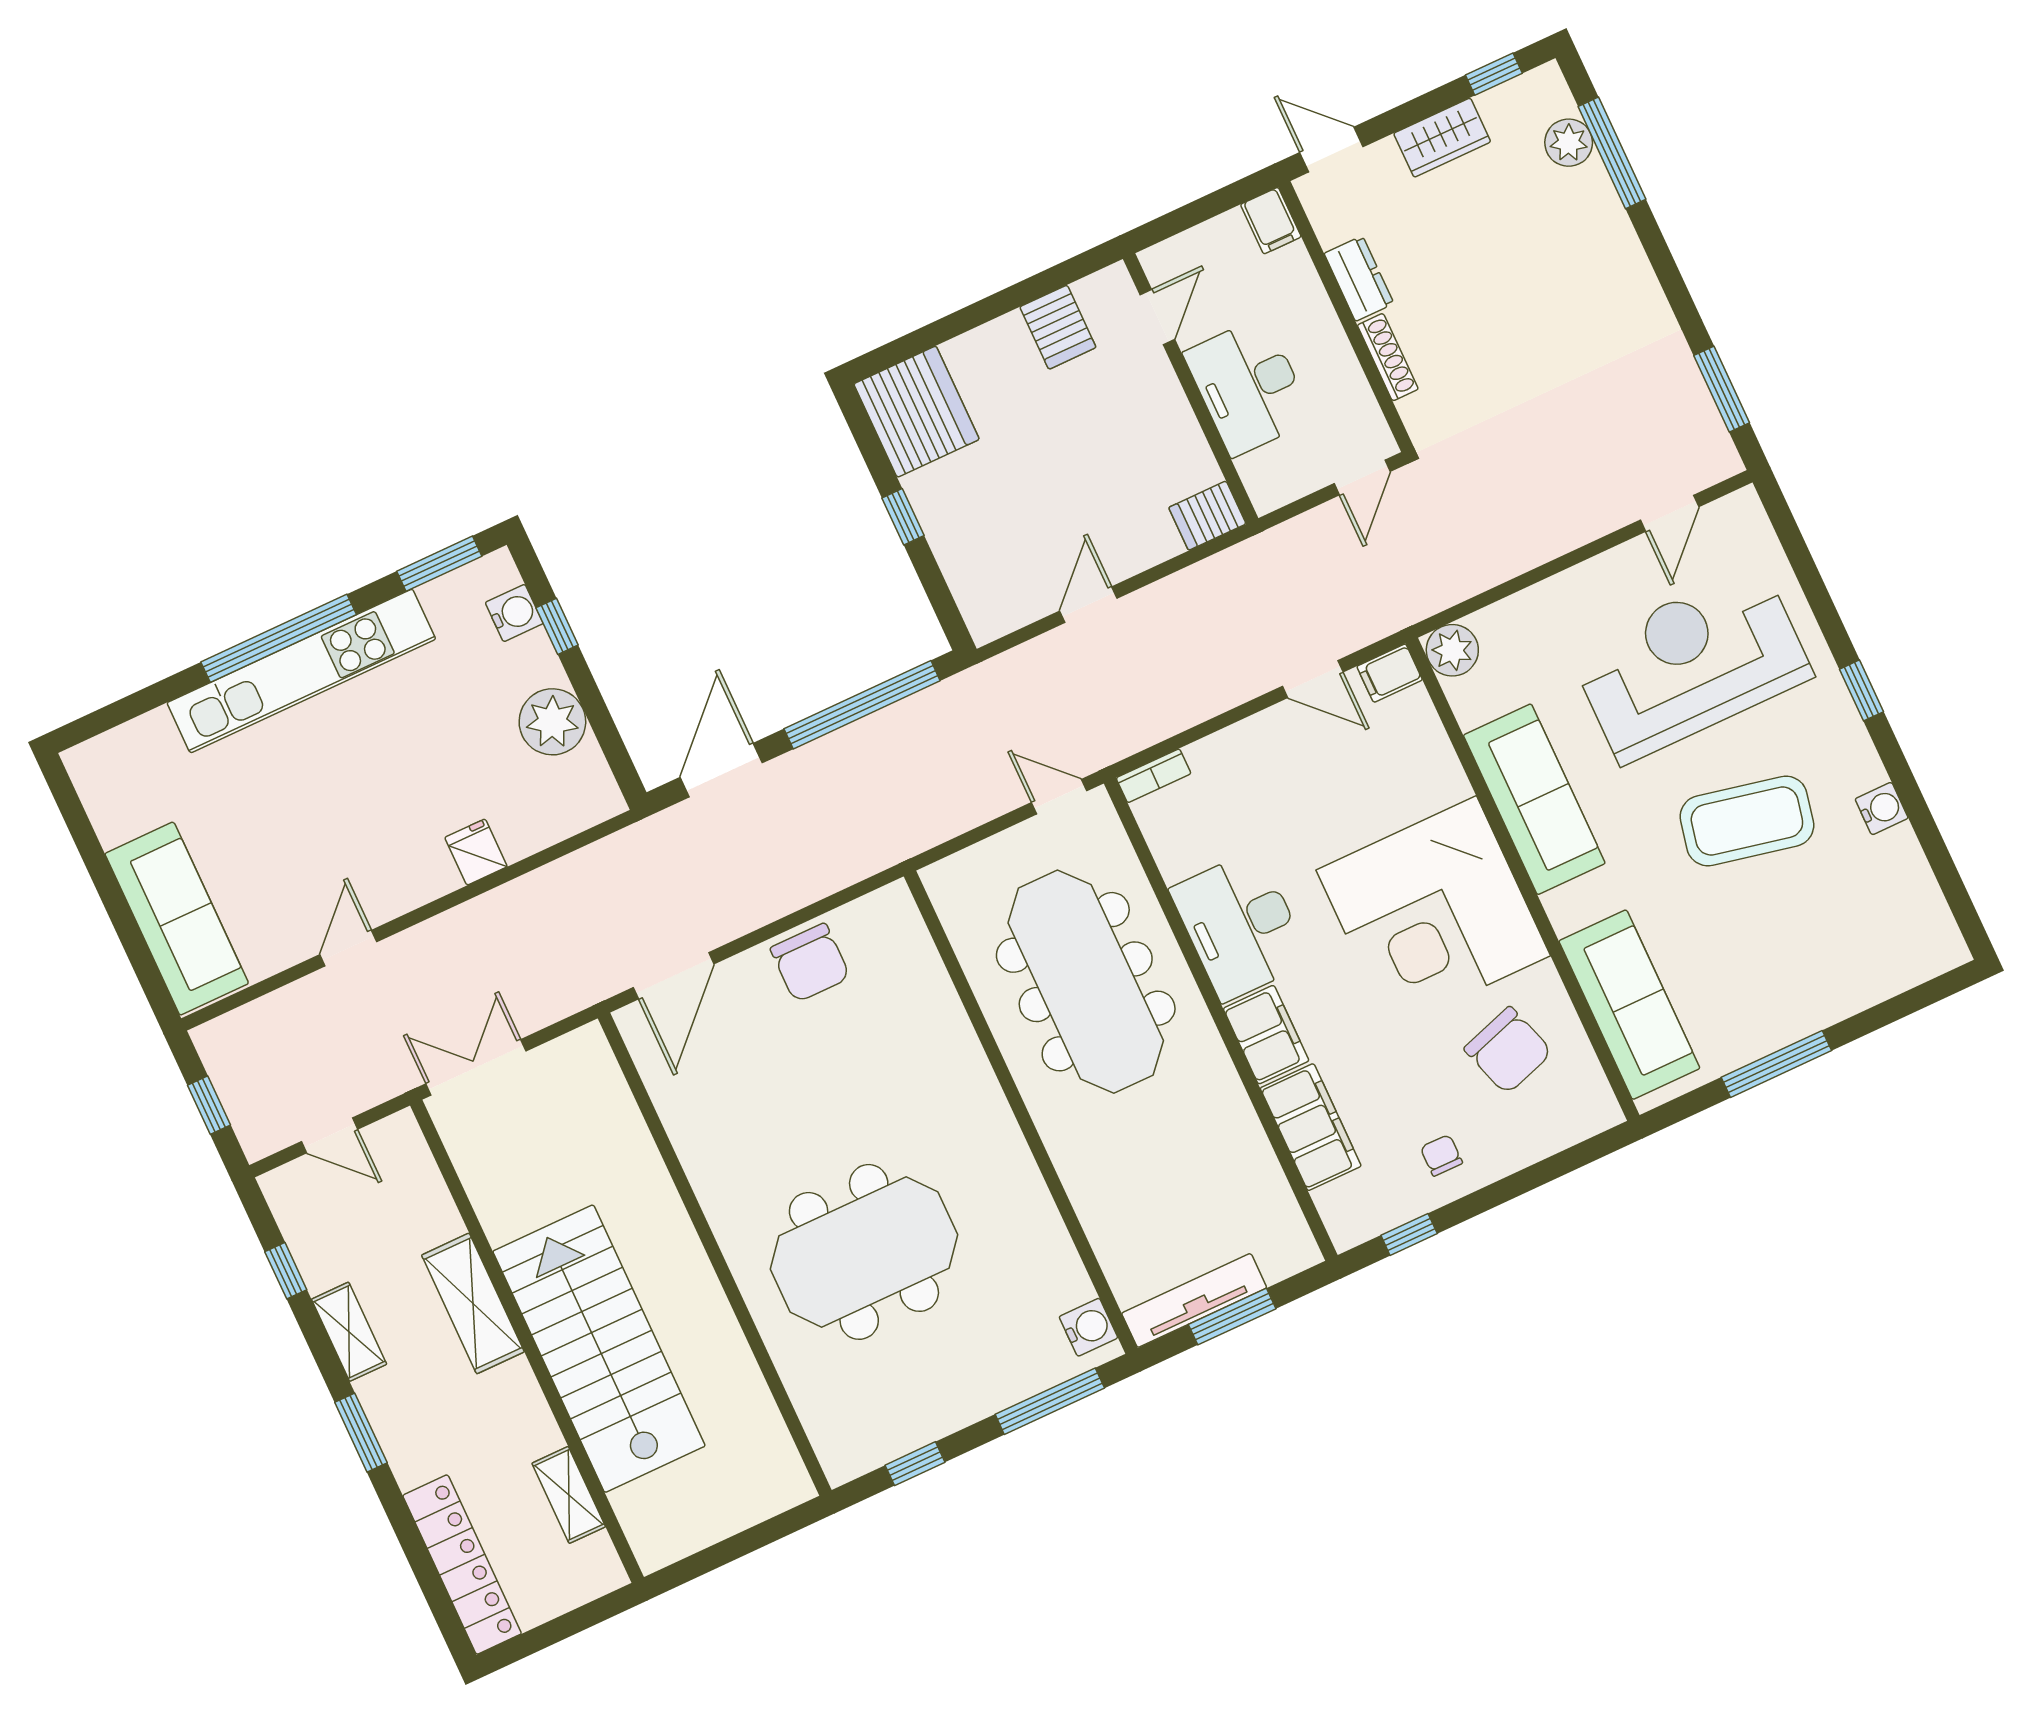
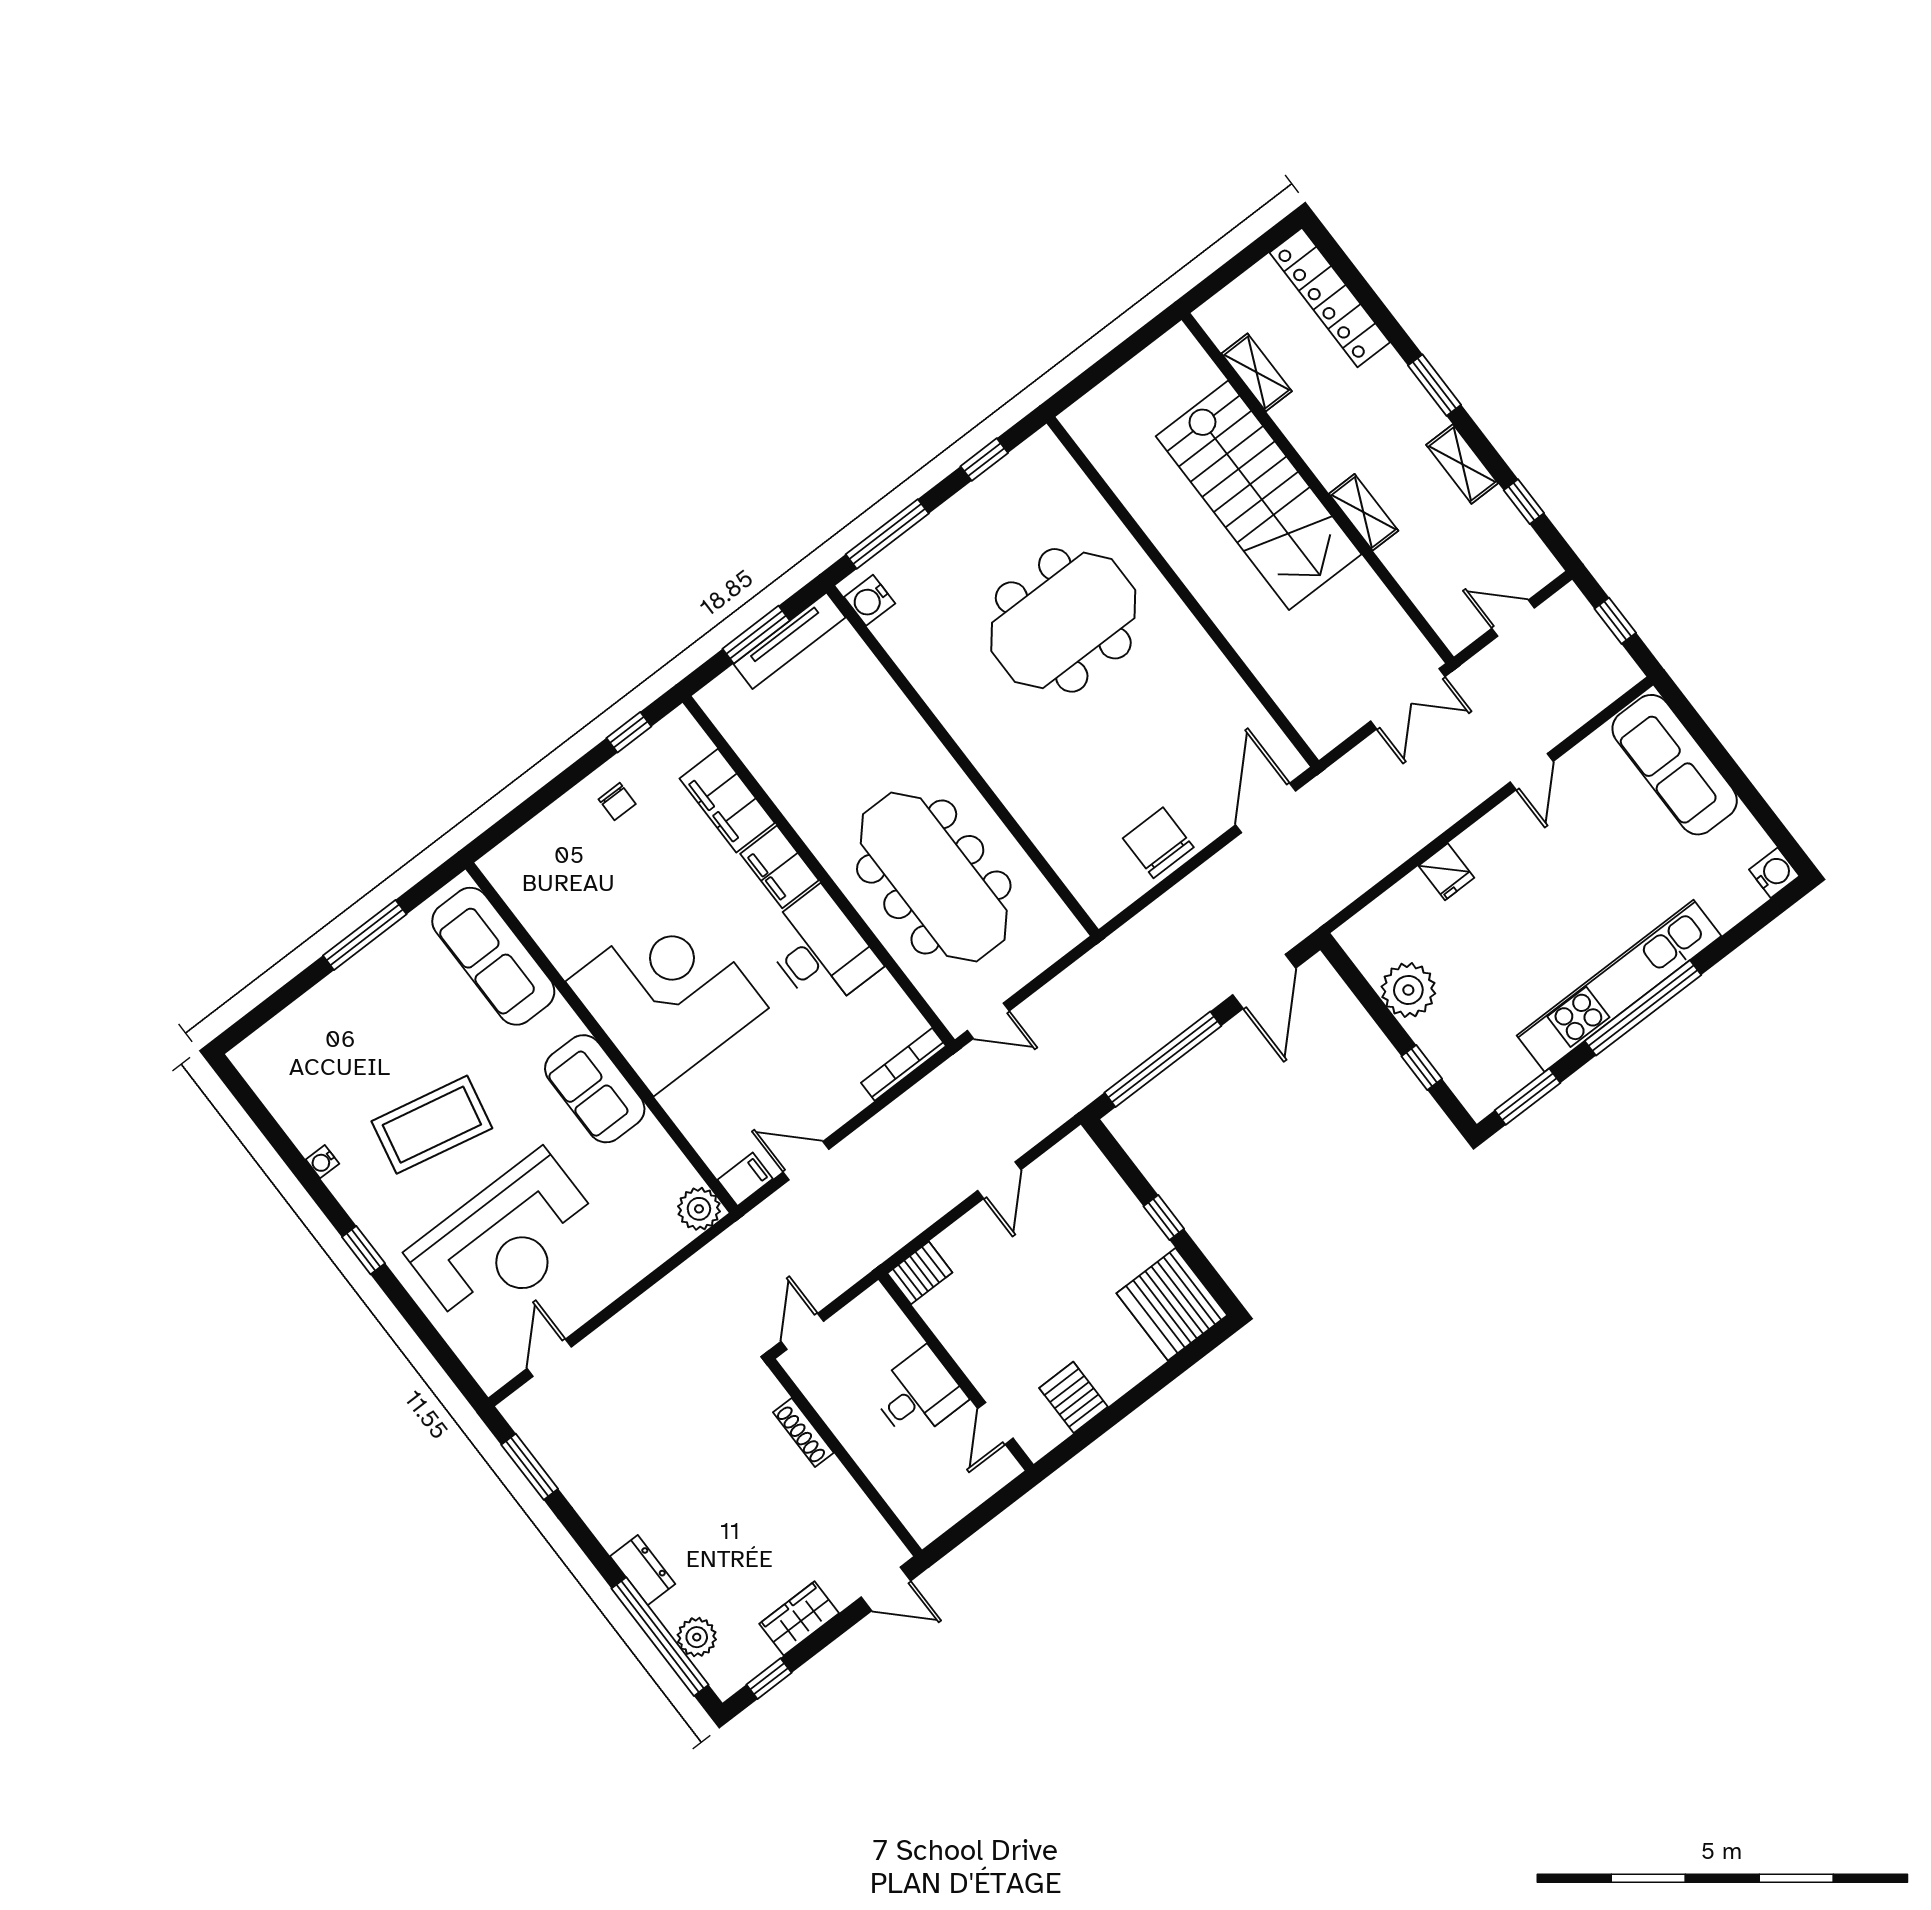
window: (1612, 153) -> (660, 1637), width x1.46
filing cabinet: (1271, 221) -> (922, 1521), removed
dresser: (1359, 278) -> (643, 1570), moved, turned 180
desk: (1248, 386) -> (918, 1394), width x0.73
water cooler: (514, 613) -> (1774, 873), moved, turned 180
bookcase: (1154, 776) -> (903, 1064), width x1.56
sofa: (1534, 799) -> (595, 1089), width x0.73
water cooler: (1882, 809) -> (322, 1162), width x0.72, depth x0.72
chair: (1508, 1050) -> (582, 898), removed
shelving: (473, 1303) -> (1364, 512), width x0.67, depth x0.75

